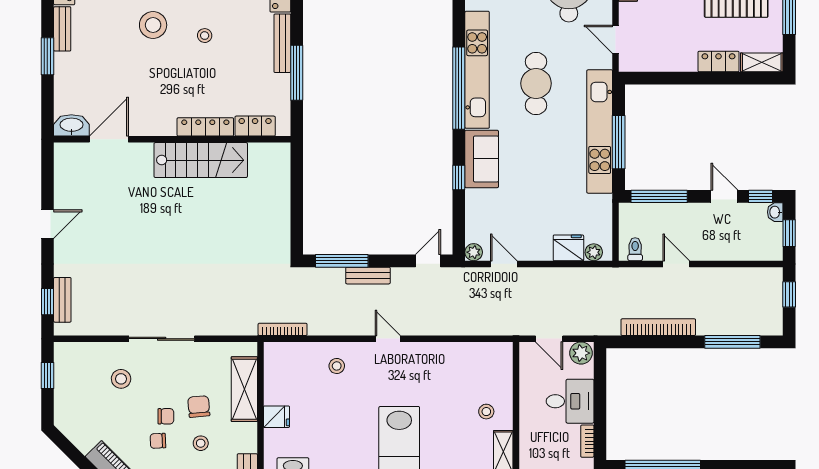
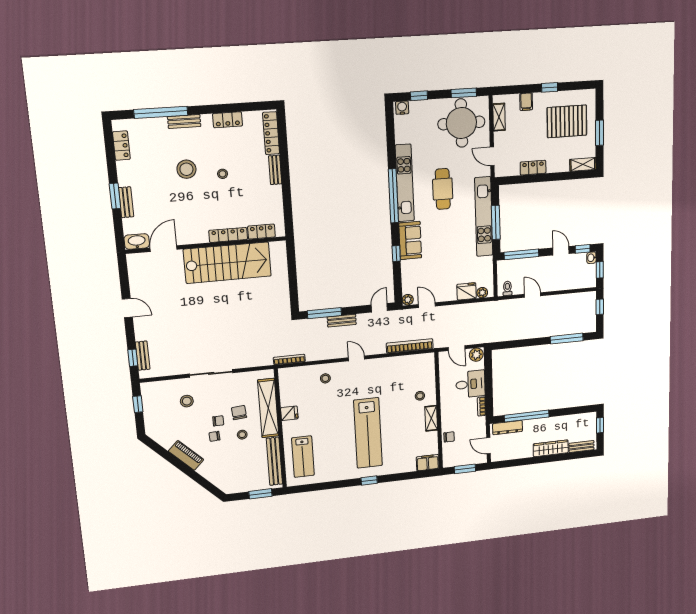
bench: (62, 29) -> (126, 202), moved
bench: (282, 43) -> (275, 170), width x0.73
locker: (719, 61) -> (533, 168), moved
window: (297, 73) -> (287, 194), removed
stairs: (201, 160) -> (227, 263), width x1.36, depth x1.51
door: (47, 224) -> (127, 308), hinge flipped
bookcase: (658, 327) -> (410, 346), moved
shelving: (244, 389) -> (268, 408), width x1.47

